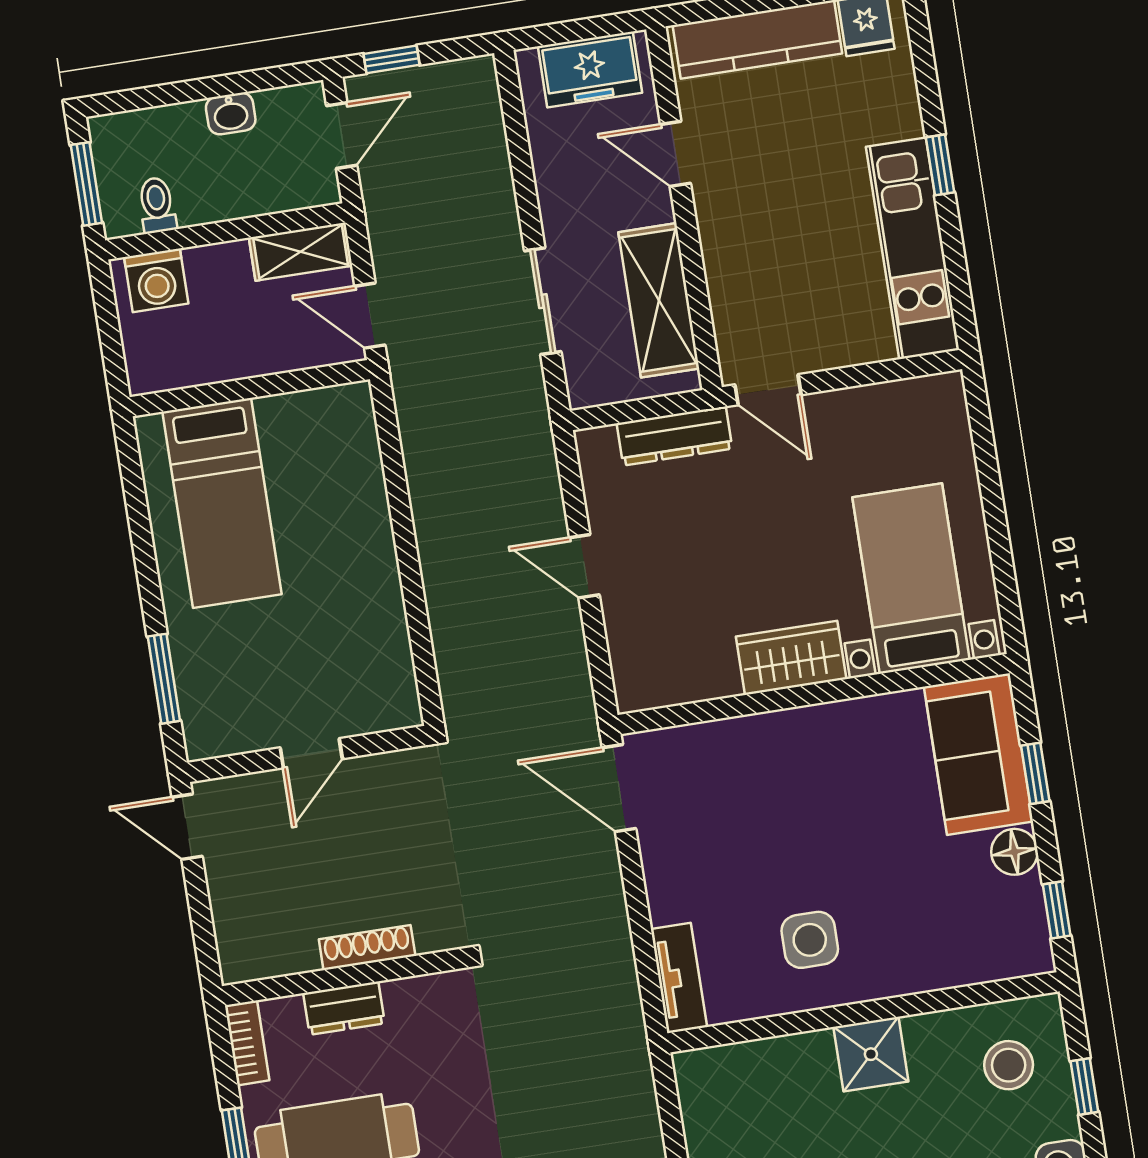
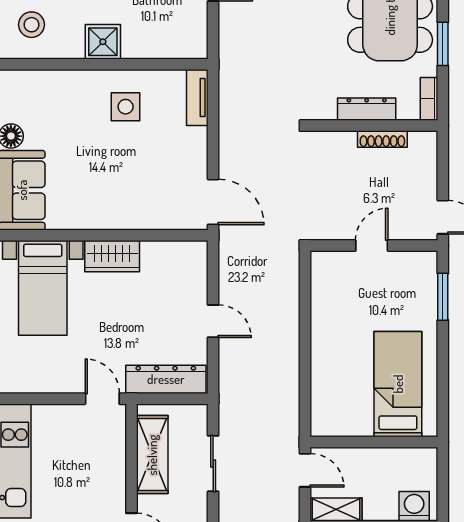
dresser: (674, 436) -> (166, 379), width x1.37, depth x1.24
shoe rack: (367, 948) -> (382, 139), moved
dresser: (344, 1008) -> (367, 109), width x1.44

